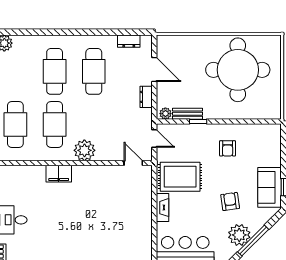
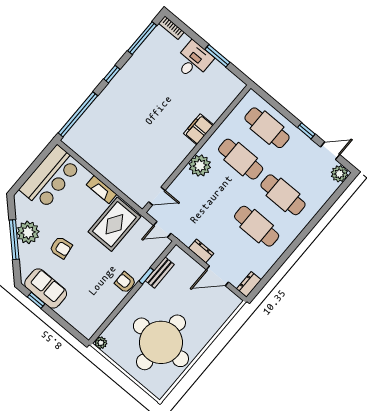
dresser: (129, 41) -> (249, 284), moved
plant: (165, 114) -> (101, 343), moved
armchair: (228, 148) -> (125, 282), moved

